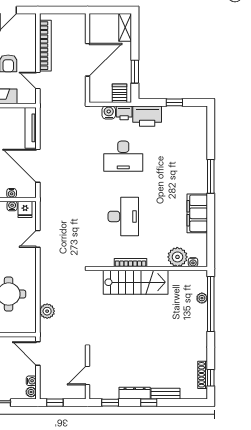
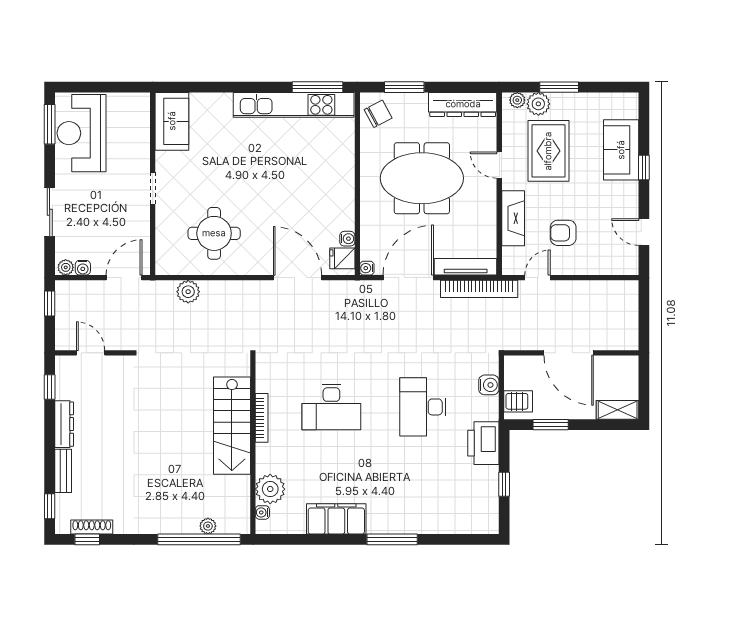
bookcase: (45, 46) -> (479, 289), moved
printer: (124, 113) -> (488, 408), removed
water cooler: (12, 193) -> (367, 268), moved
door: (38, 239) -> (298, 278), width x1.88
window: (149, 403) -> (50, 506), moved

